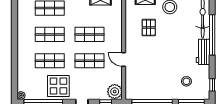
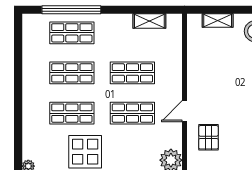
pallet: (149, 28) -> (208, 137), moved
door: (124, 59) -> (185, 111), hinge flipped

